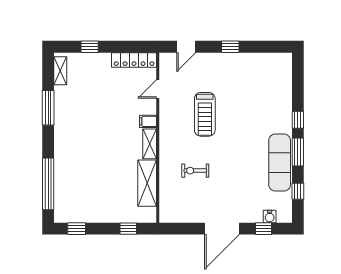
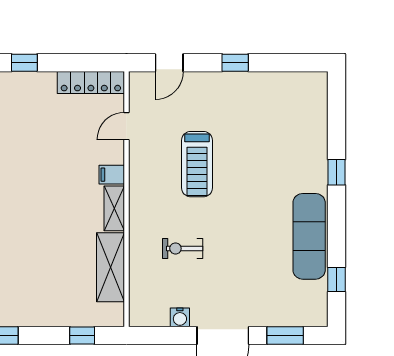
window: (298, 152) -> (336, 221), removed
water cooler: (270, 217) -> (180, 317), moved
window: (264, 229) -> (285, 336), width x1.50

